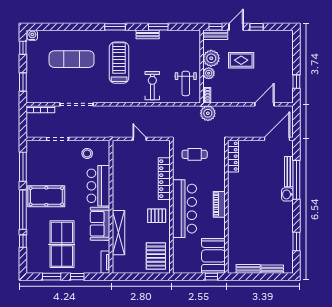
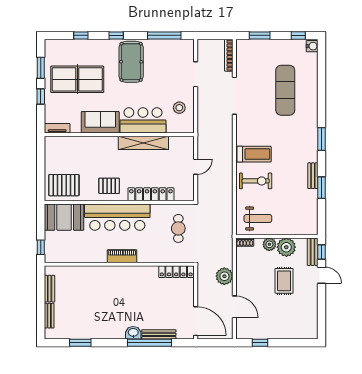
window: (257, 27) -> (321, 298), removed
treadmill: (119, 63) -> (254, 154), moved, width x0.73, depth x0.73
weight bench: (186, 83) -> (258, 218), turned 180
plant: (208, 113) -> (224, 276), moved
window: (23, 210) -> (116, 35), width x0.32
pallet: (157, 216) -> (109, 186), turned 90
shelving: (118, 233) -> (143, 143), moved
booth: (213, 256) -> (64, 217), moved

